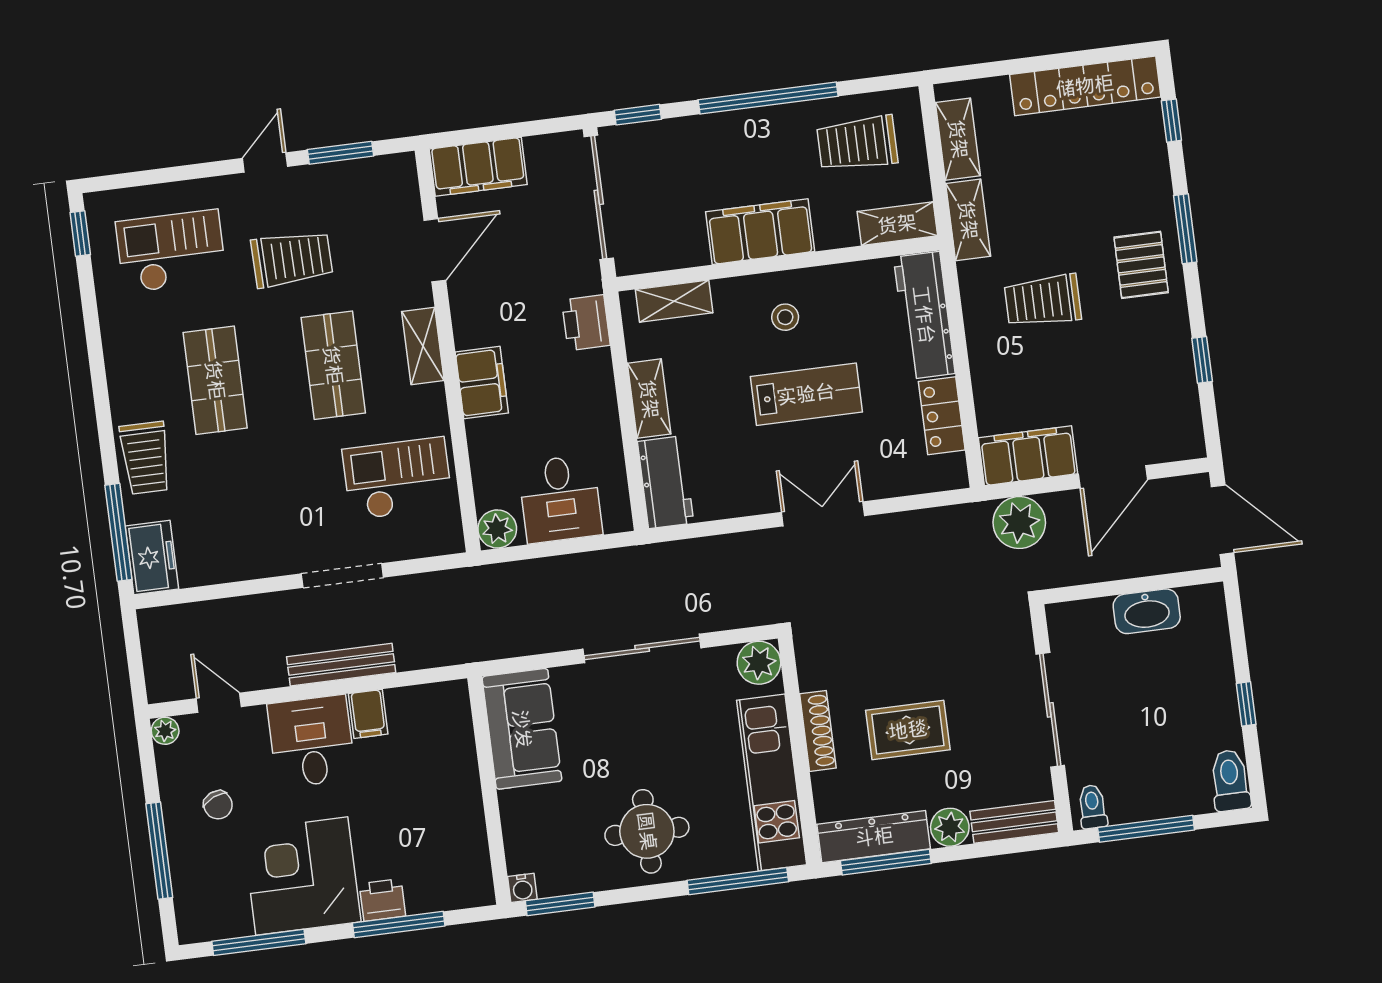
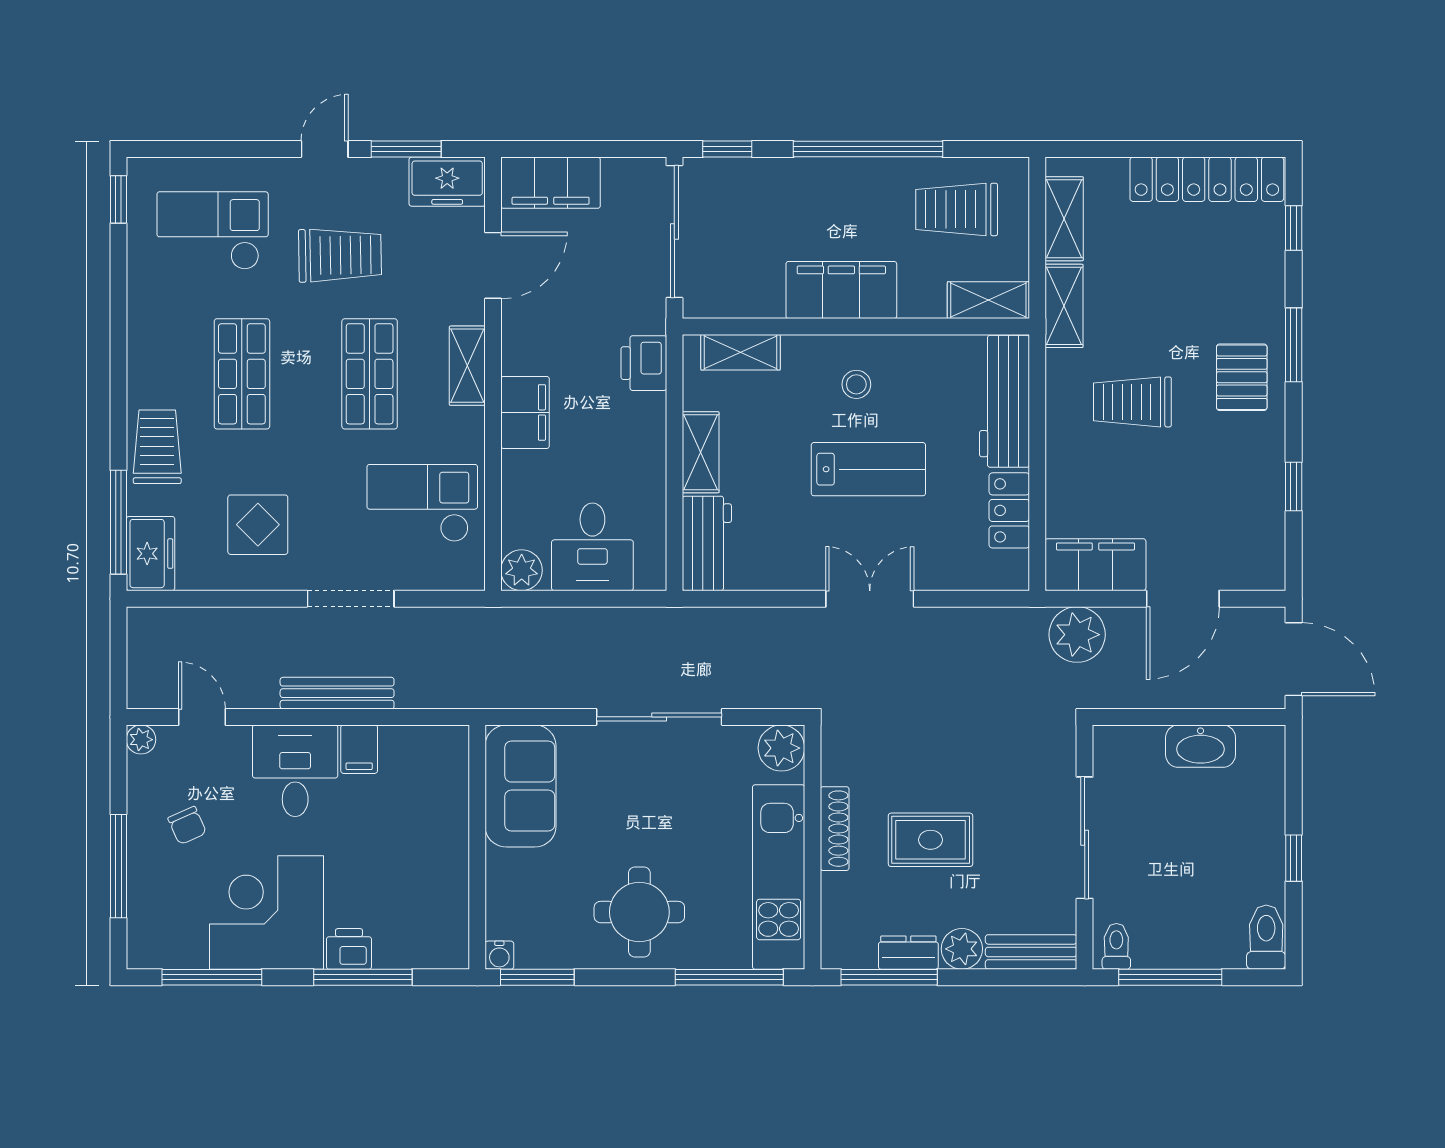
freezer: (382, 178) -> (447, 182), added
trolley: (145, 458) -> (157, 447), turned 180
display table: (248, 518) -> (258, 525), added
dresser: (874, 837) -> (908, 953), width x0.51, depth x0.80

